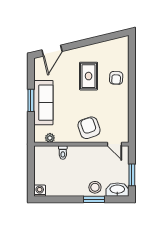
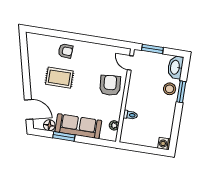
floor lamp: (40, 74) -> (49, 125), added
window: (31, 100) -> (64, 136), moved
armchair: (89, 128) -> (110, 85), turned 104
door: (114, 144) -> (130, 63), swing flipped
window: (132, 175) -> (152, 49), moved

